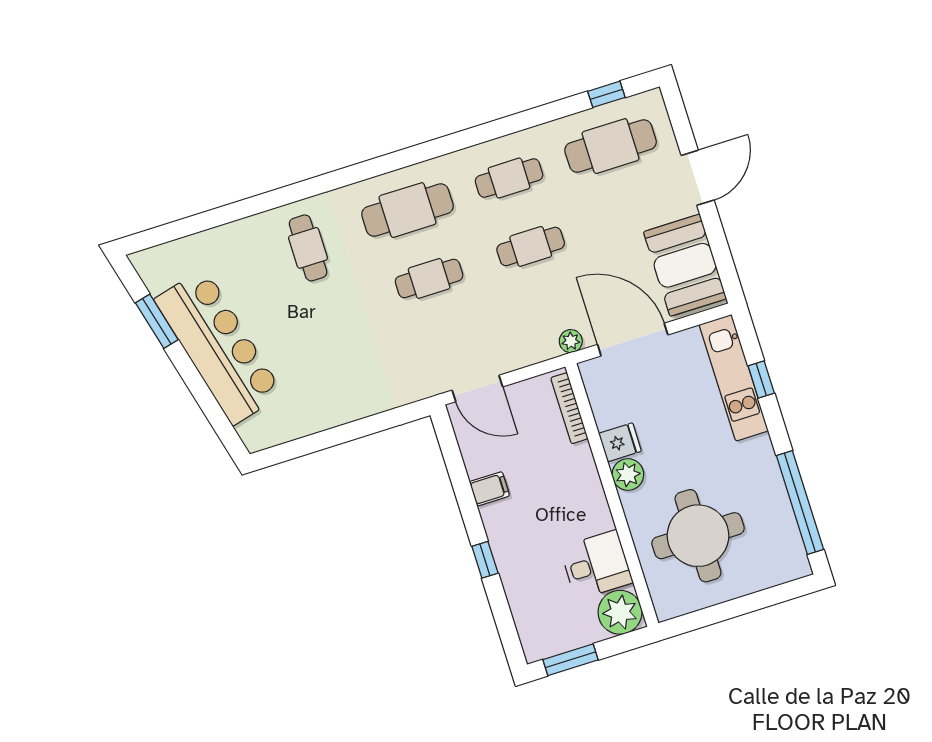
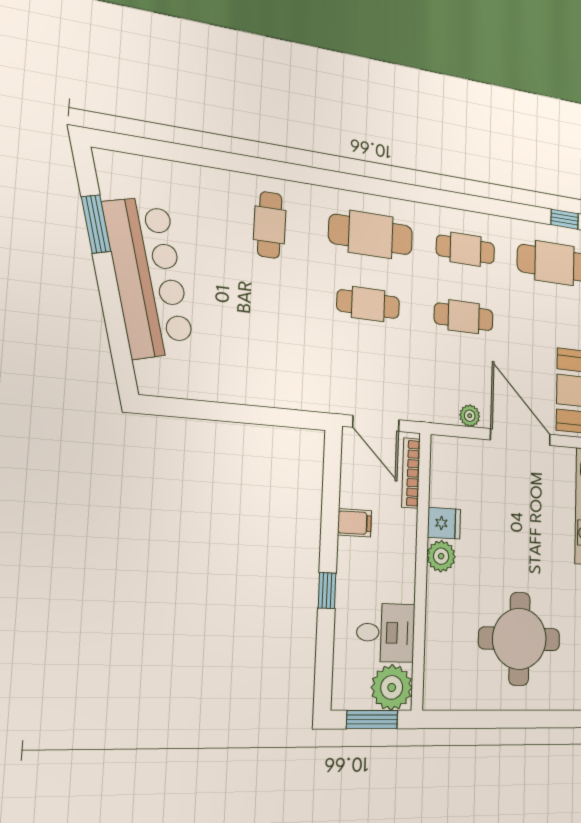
bookcase: (569, 408) -> (411, 473), moved
fridge: (620, 442) -> (444, 523), moved
plant: (628, 474) -> (441, 556), moved
wall: (612, 495) -> (421, 570), moved
desk: (596, 565) -> (386, 633), moved
plant: (620, 612) -> (392, 687), moved

